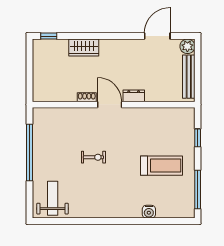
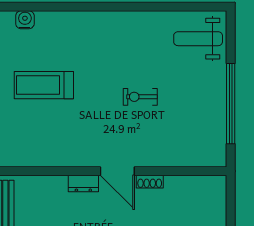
weight bench: (53, 198) -> (198, 39), turned 90
water cooler: (149, 212) -> (25, 20), moved

